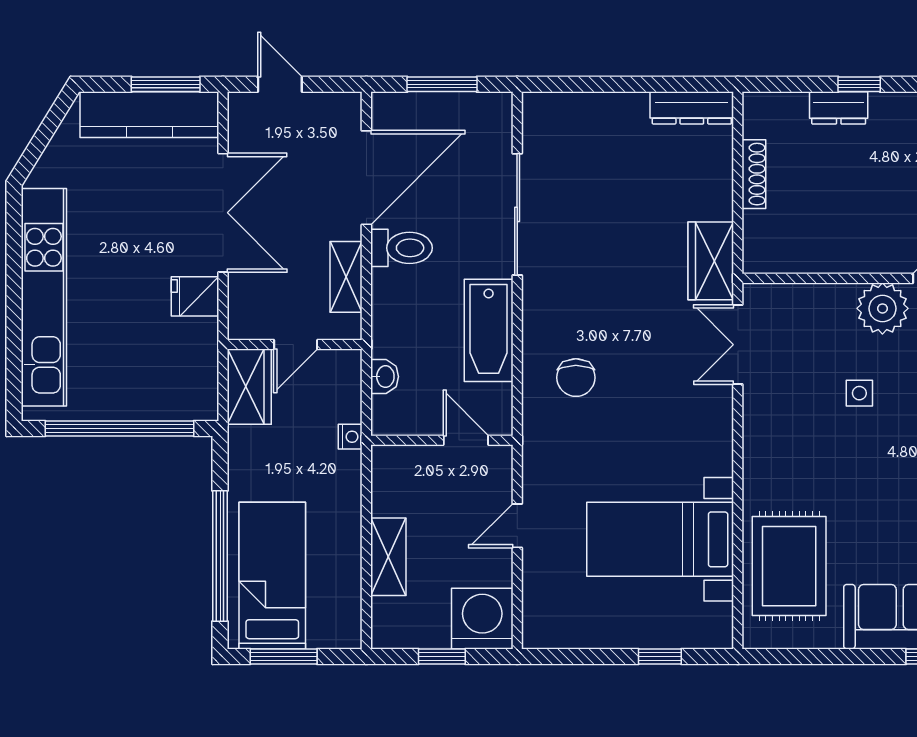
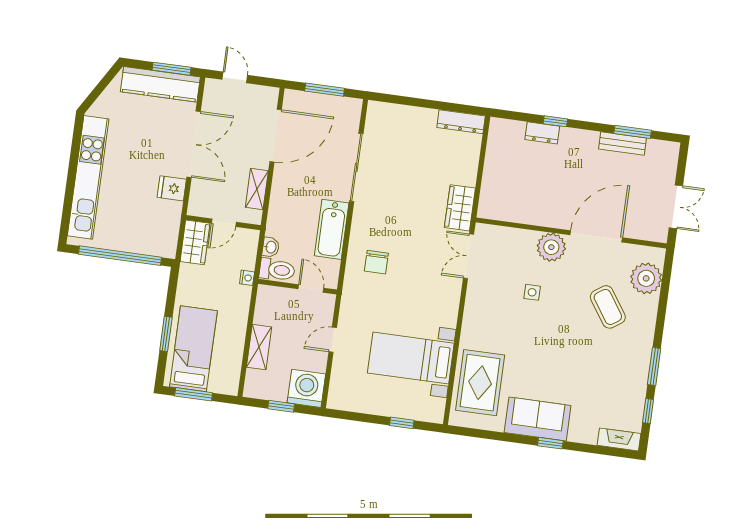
shoe rack: (754, 174) -> (490, 163), removed
toilet: (401, 248) -> (277, 270), moved
window: (220, 556) -> (166, 334), width x0.47

